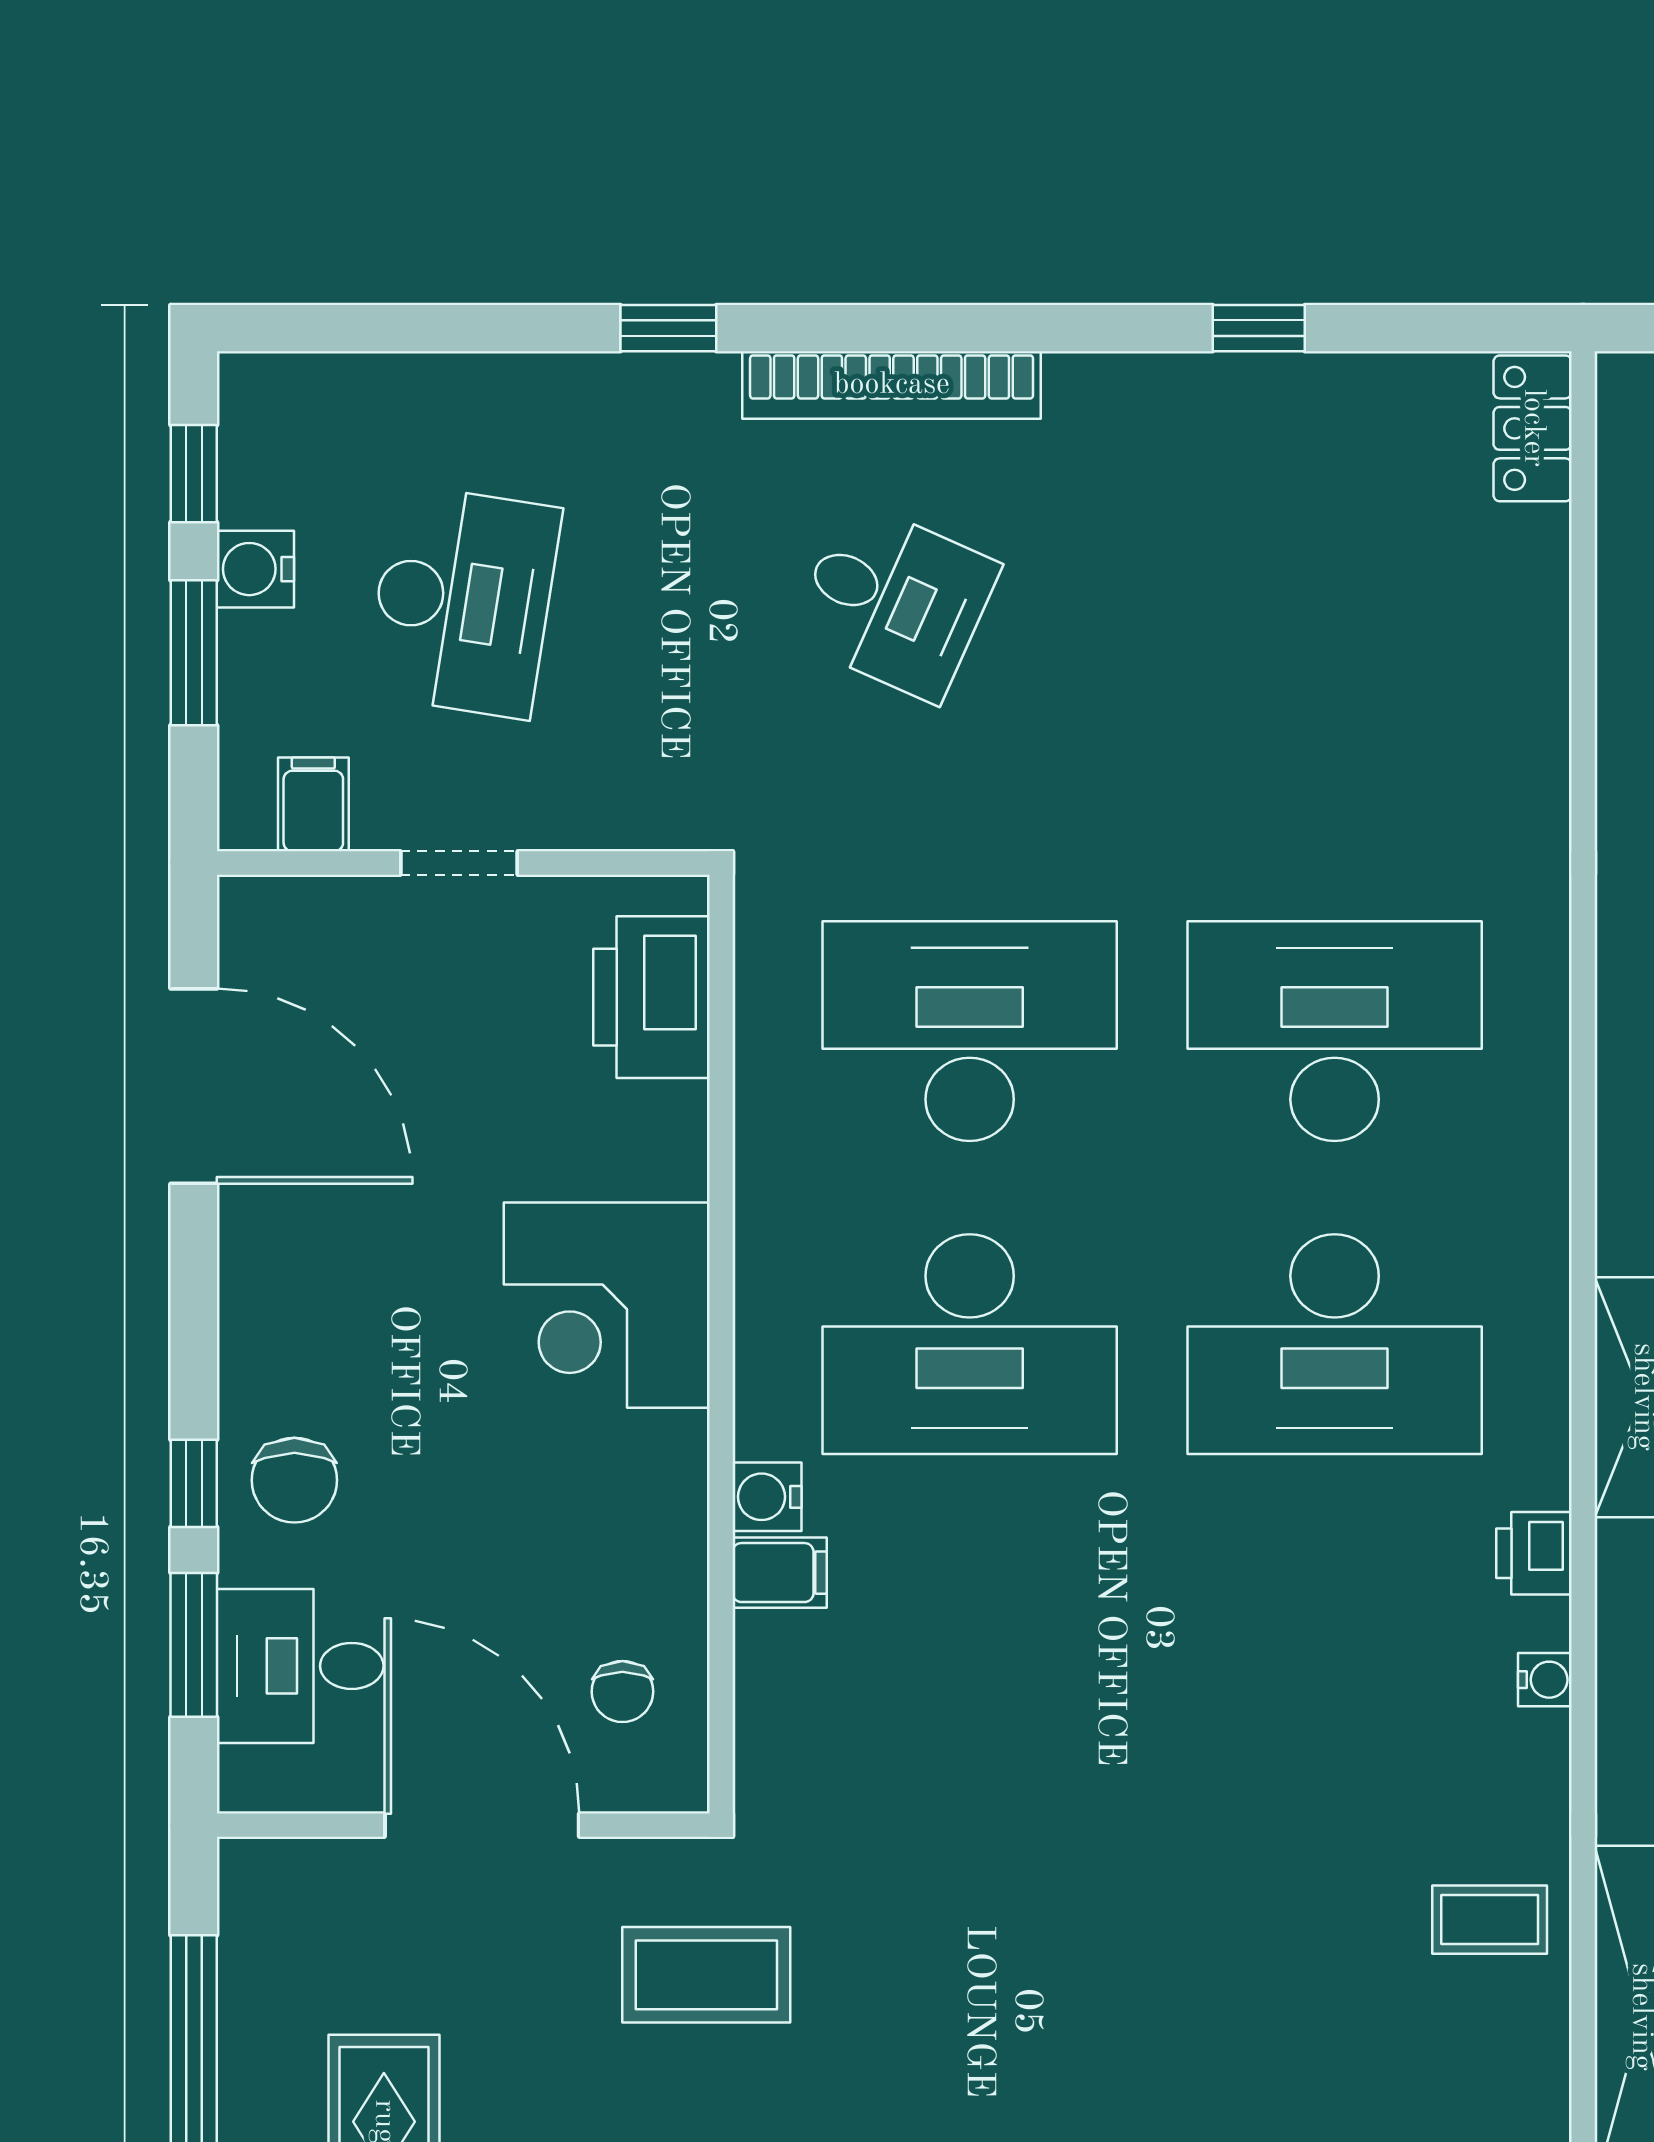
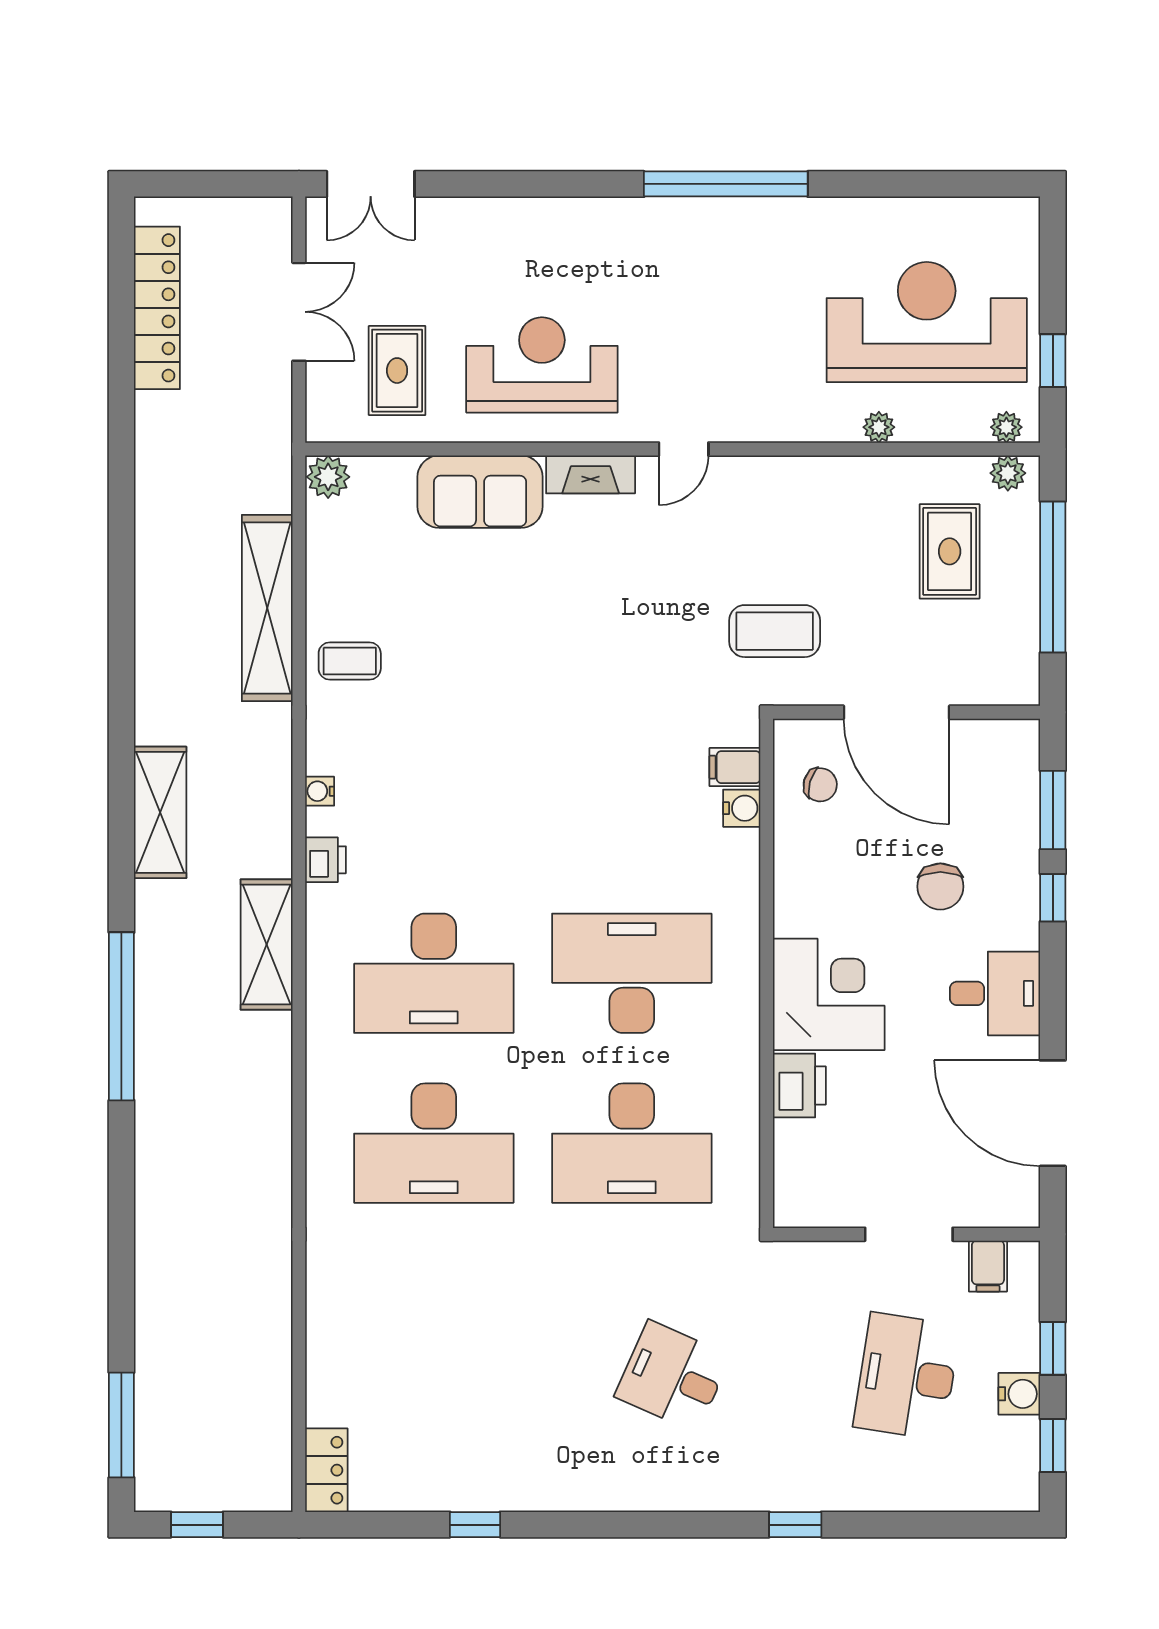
bookcase: (892, 385) -> (674, 1494), removed
window: (194, 653) -> (1053, 1348), width x0.67
doorway: (459, 863) -> (909, 1234), width x1.38
printer: (651, 997) -> (799, 1085), moved, width x0.73, depth x0.84
desk: (1335, 1344) -> (434, 973), turned 180
chair: (294, 1480) -> (940, 887), moved, turned 180
water cooler: (767, 1497) -> (742, 808), moved
filing cabinet: (780, 1573) -> (735, 767), moved
desk: (300, 1666) -> (995, 993), moved
chair: (622, 1692) -> (820, 785), turned 106

